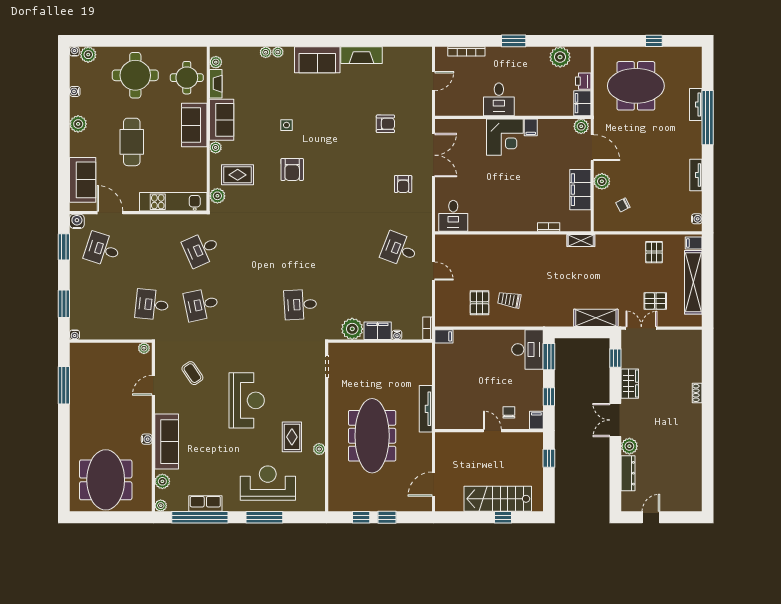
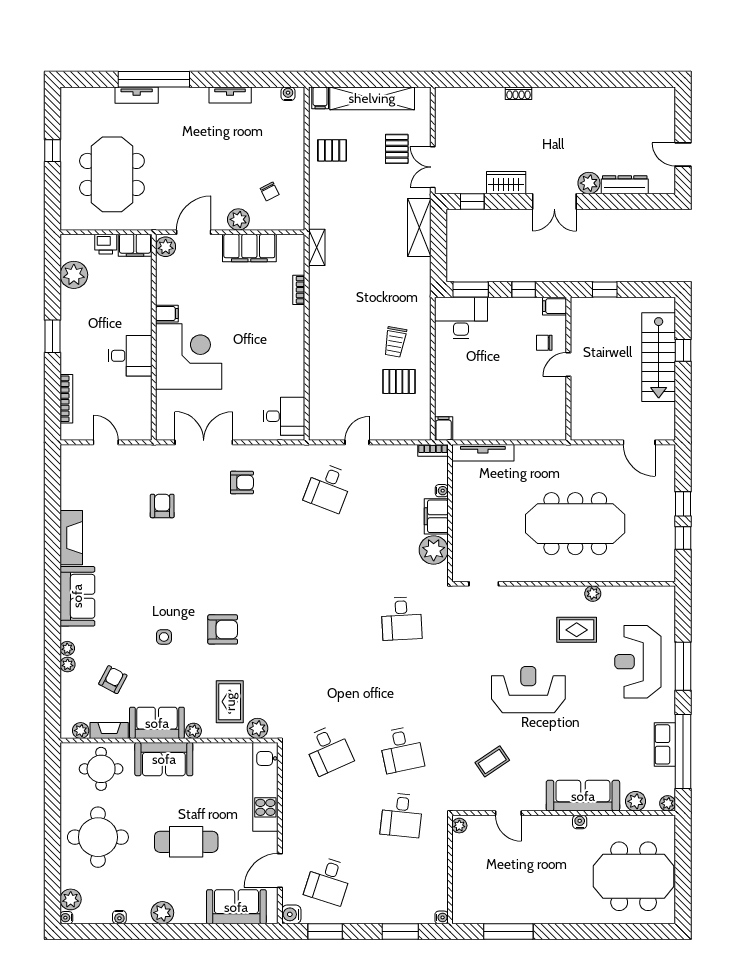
armchair: (254, 87) -> (113, 680), added
corner desk: (505, 137) -> (189, 357), width x1.36, depth x1.36
tv unit: (426, 409) -> (483, 453), moved

